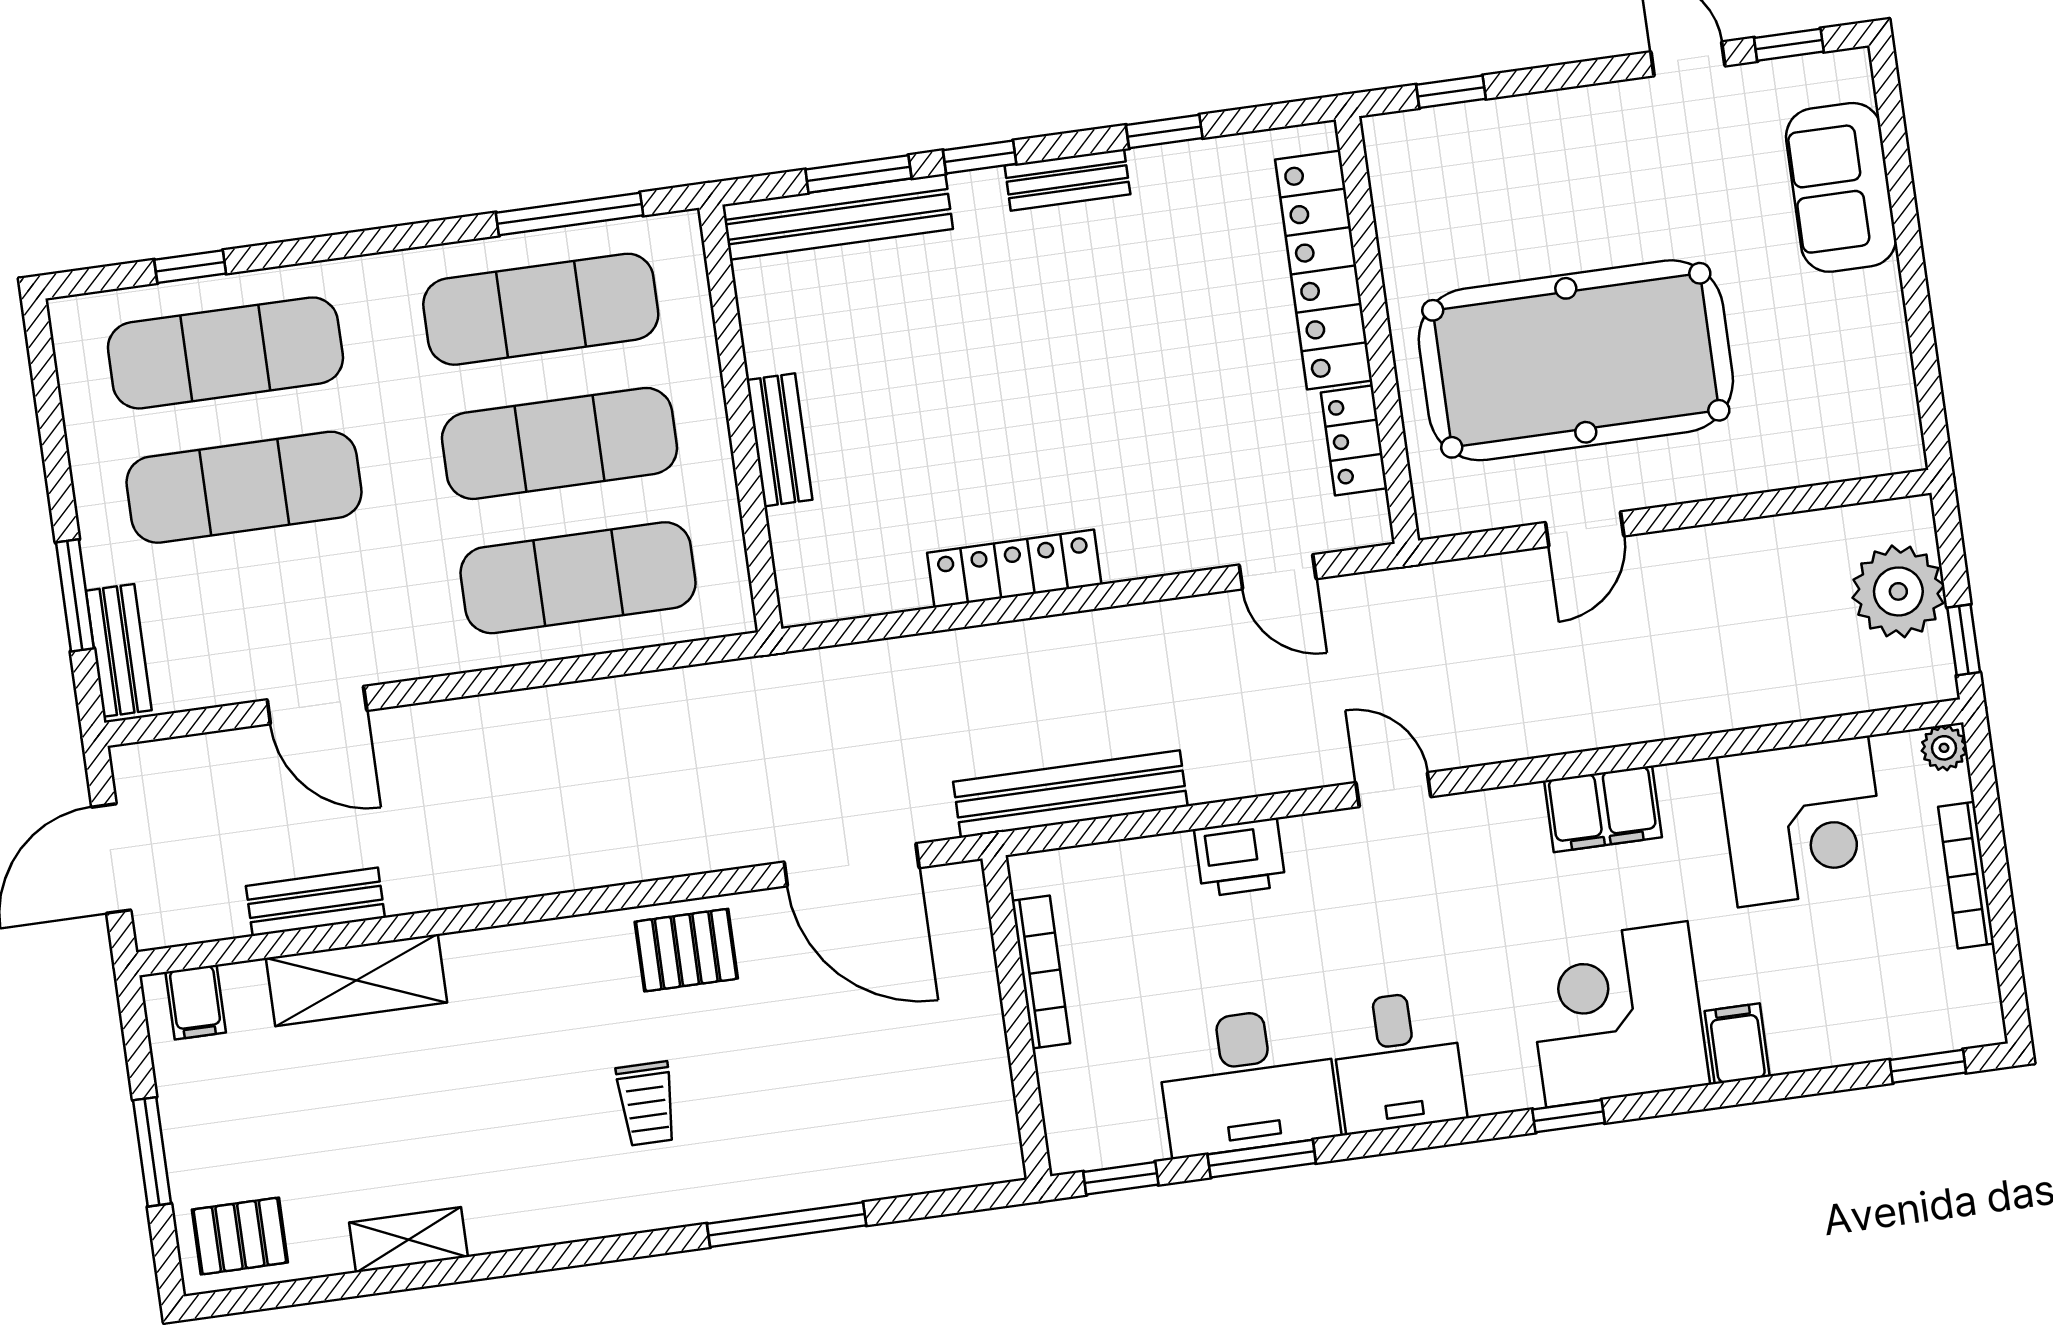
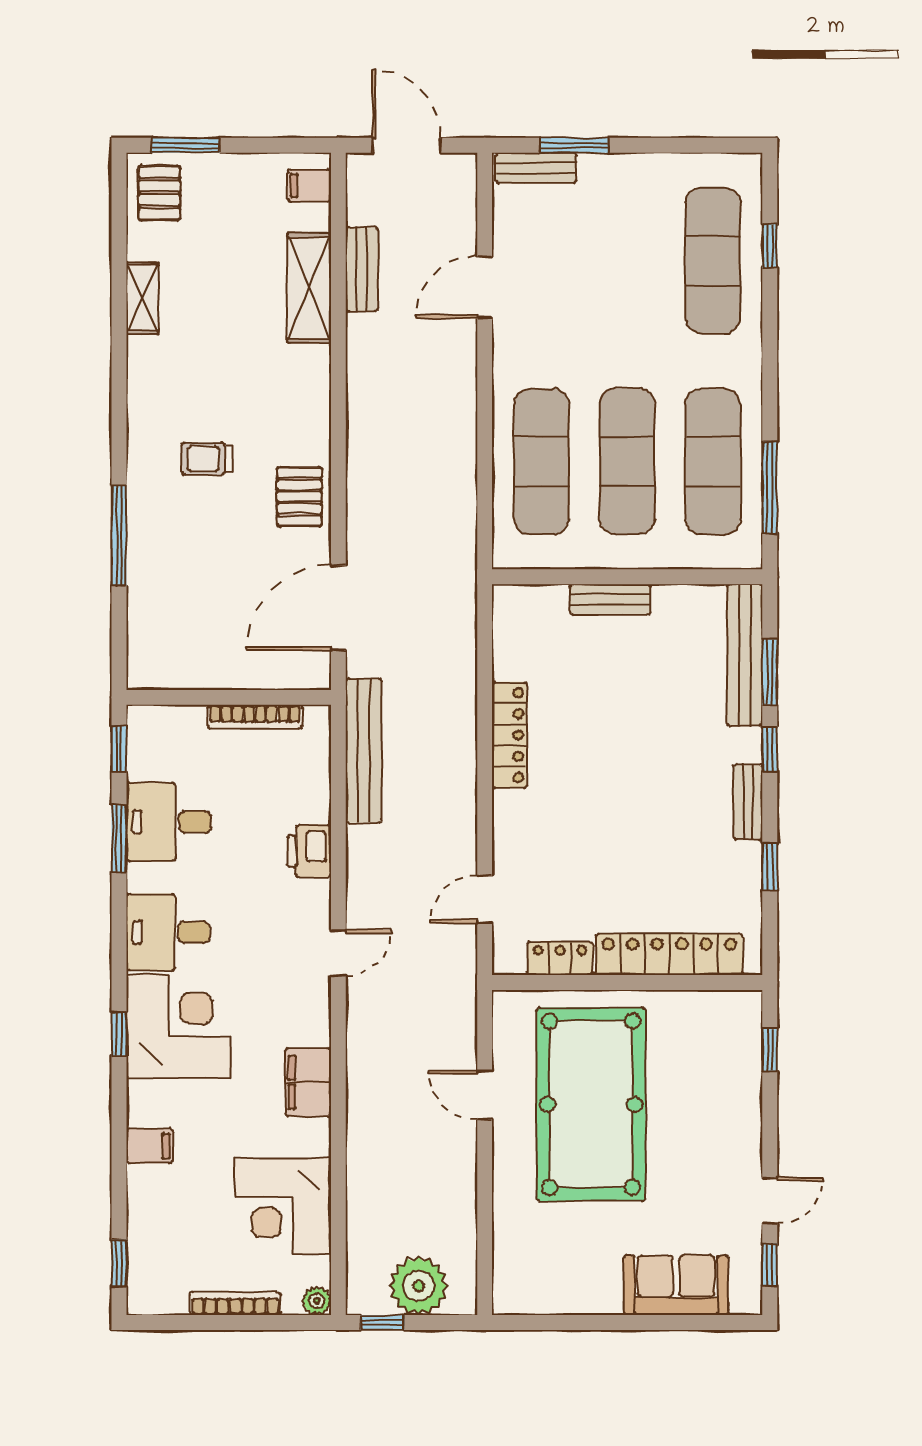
exercise mat: (244, 487) -> (627, 260), removed
corner desk: (1617, 1014) -> (179, 1026), moved
desk: (1248, 1081) -> (169, 822), width x0.73
window: (152, 1152) -> (185, 145), moved

